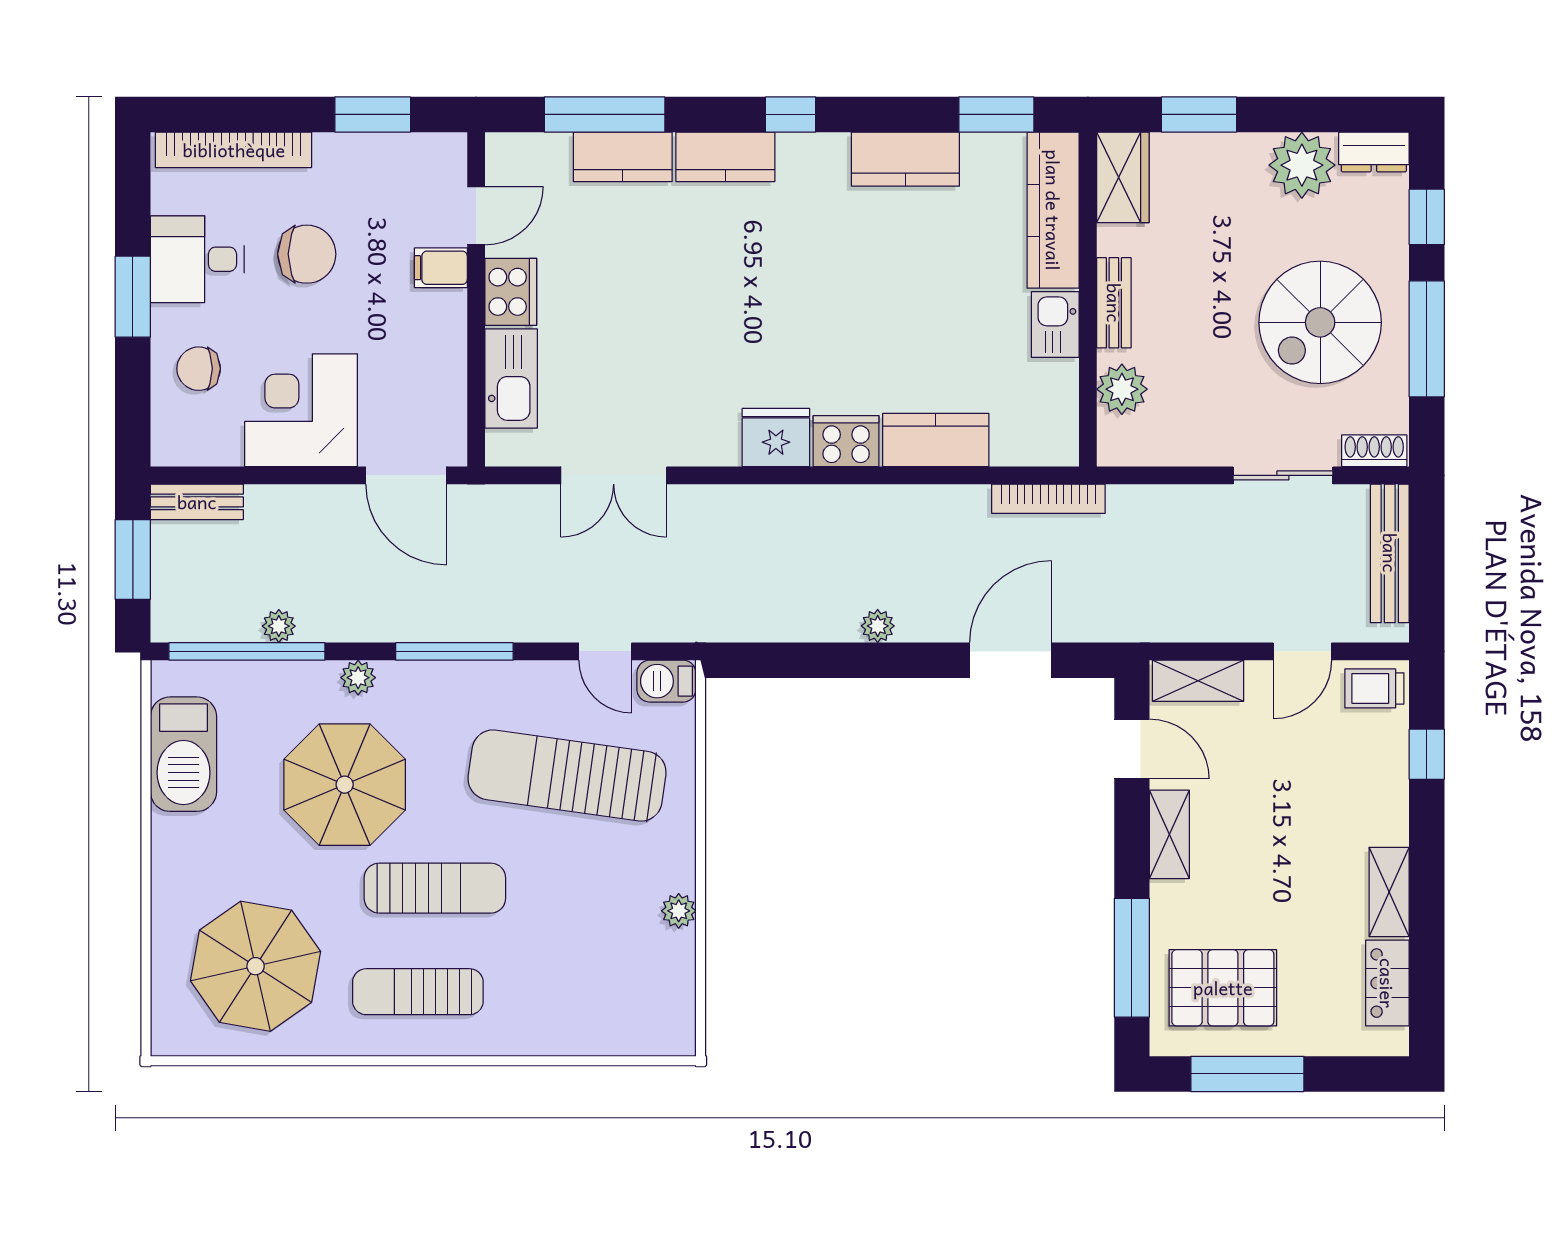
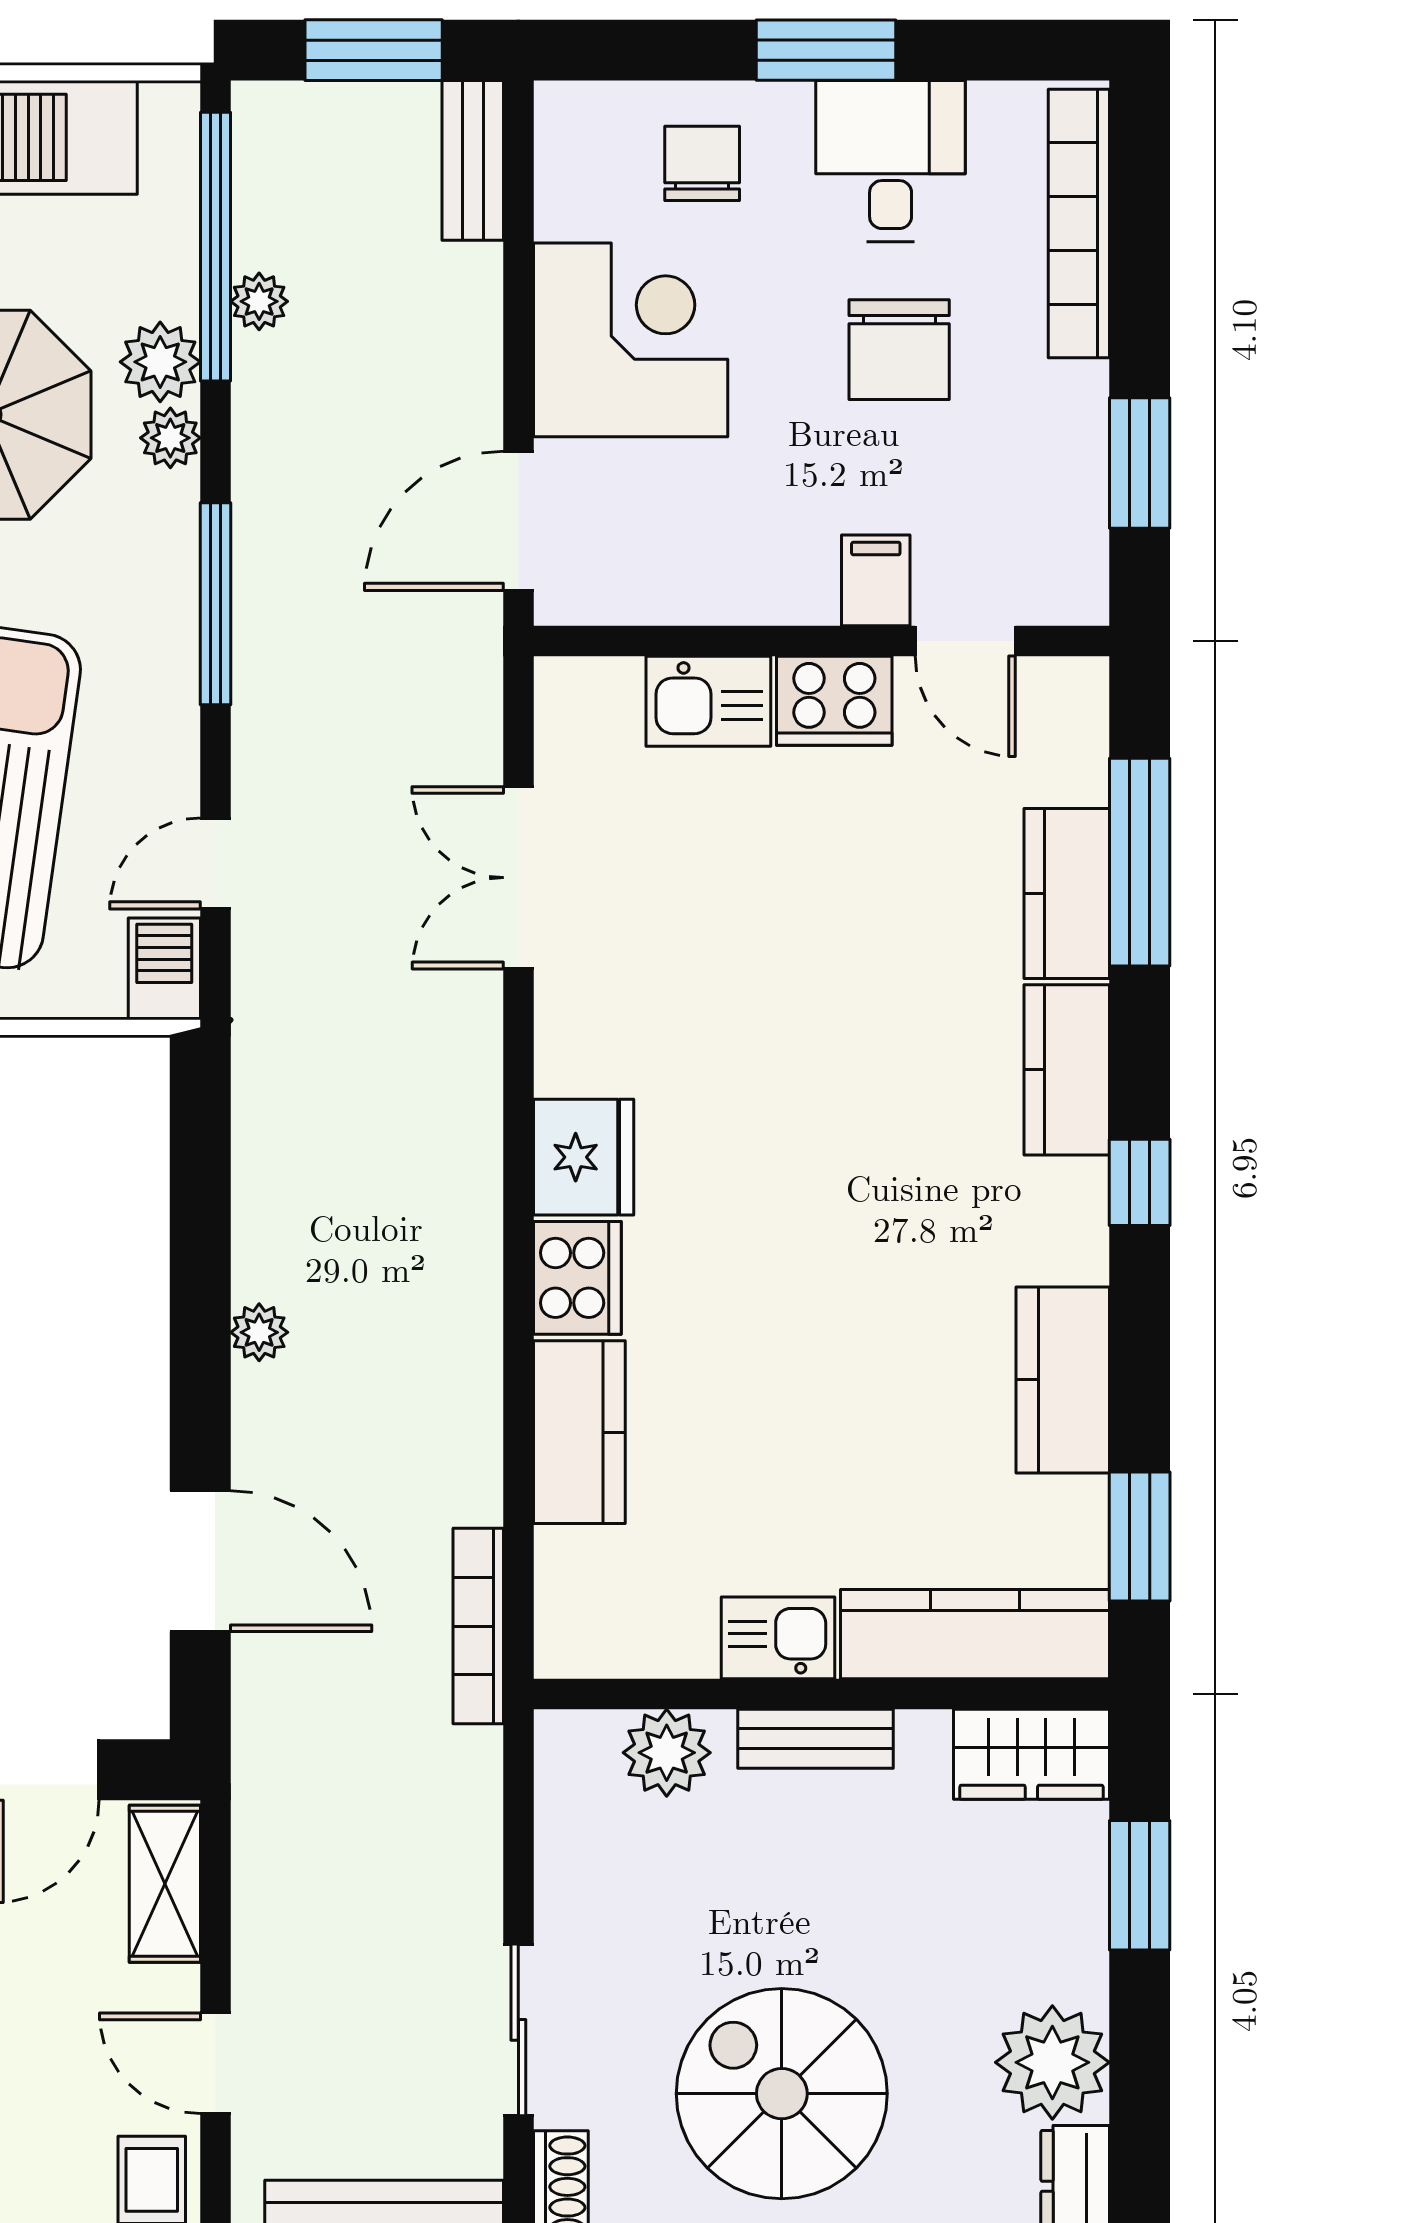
kitchen sink: (511, 379) -> (708, 701), width x0.73
plant: (314, 683) -> (160, 362), added

